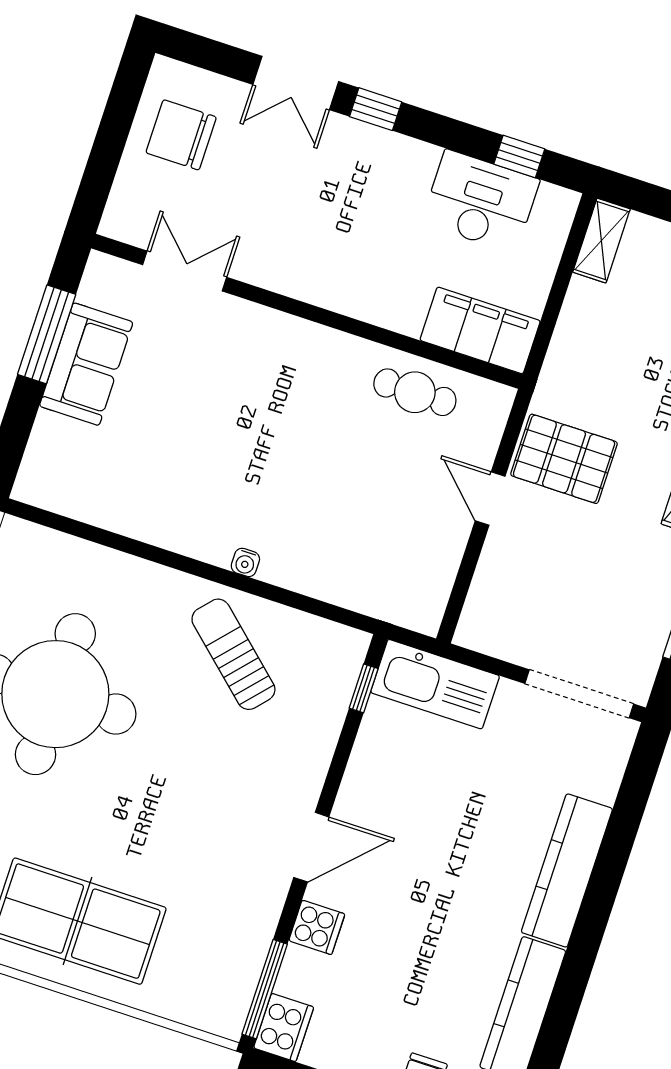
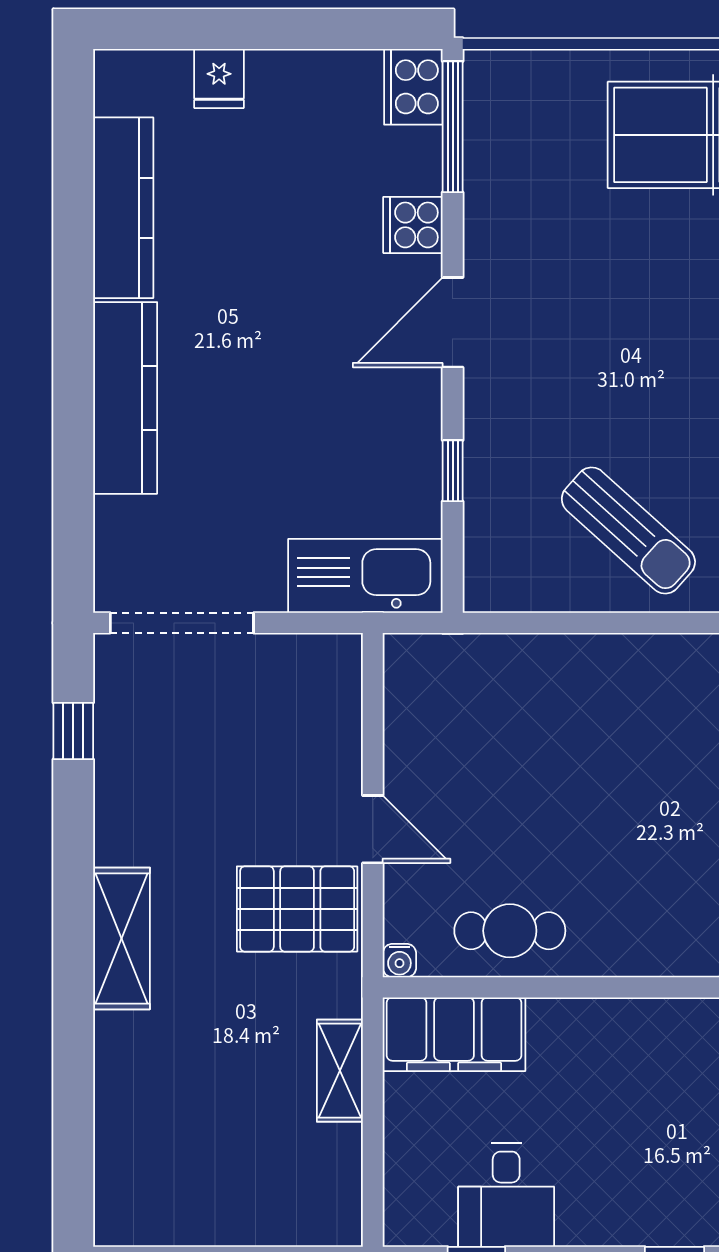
desk: (481, 201) -> (506, 1195), width x0.73
shelving: (601, 241) -> (340, 1071), moved
water cooler: (245, 562) -> (399, 961), moved, turned 180
window: (364, 688) -> (453, 471), moved

